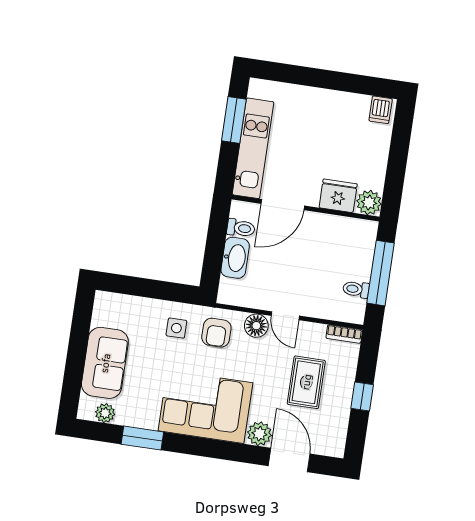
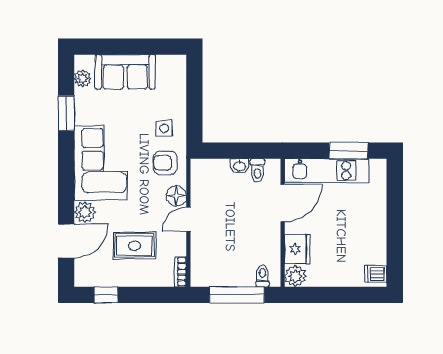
door: (283, 205) -> (283, 203), swing flipped
washbasin: (235, 258) -> (240, 166), width x0.52, depth x0.69
toilet: (356, 289) -> (263, 276), moved
window: (362, 396) -> (106, 295), moved

